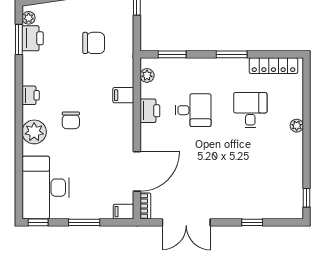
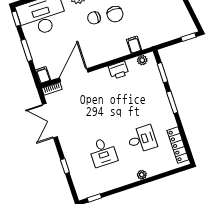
chair: (94, 43) -> (115, 14), moved
window: (232, 54) -> (172, 102), moved
filing cabinet: (123, 95) -> (134, 45), moved
desk: (193, 110) -> (103, 152), moved
door: (137, 171) -> (74, 75), swing flipped

